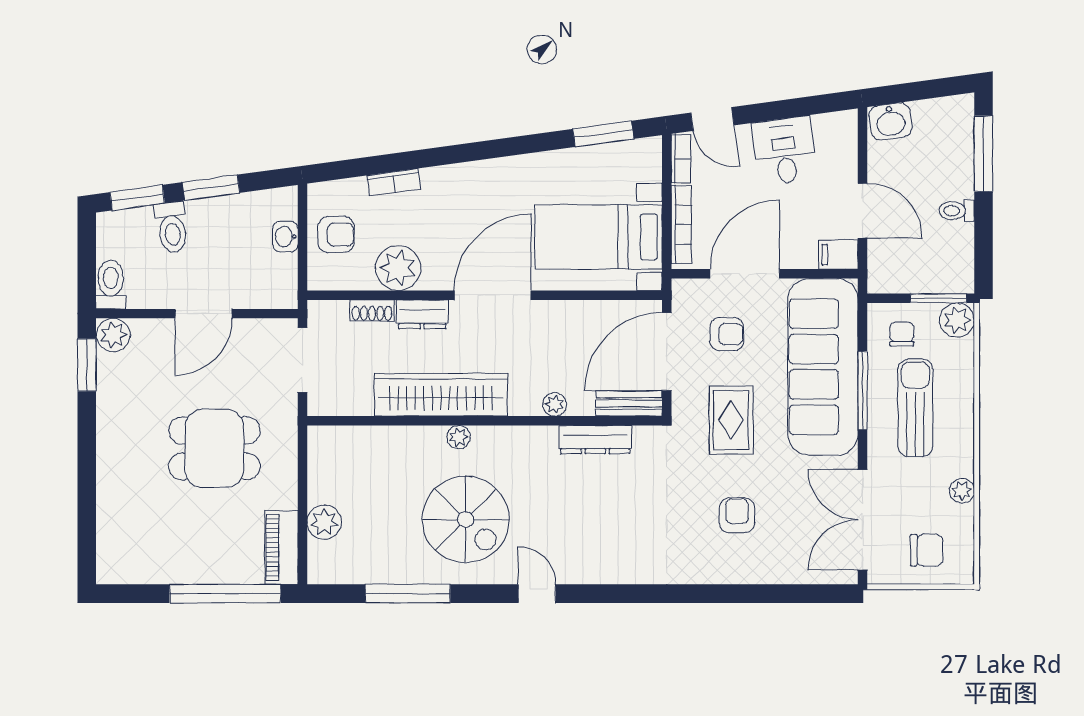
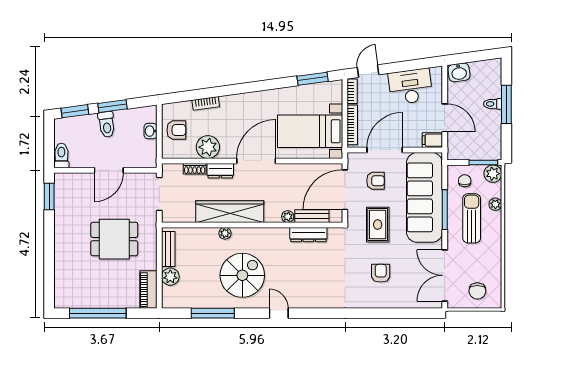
door: (712, 119) -> (368, 71), swing flipped
desk: (784, 151) -> (410, 86), width x1.37
window: (983, 154) -> (506, 104), moved
toilet: (957, 211) -> (493, 104), moved
toilet: (172, 227) -> (107, 124), moved
plant: (113, 335) -> (63, 181), removed
bench: (629, 403) -> (312, 216), moved
plant: (459, 437) -> (225, 233), moved
bench: (320, 468) -> (168, 249), added
plant: (962, 491) -> (495, 204), moved
spiral stairs: (466, 519) -> (242, 275), turned -90
chair: (927, 550) -> (477, 291), turned 90
window: (225, 594) -> (98, 313), moved

